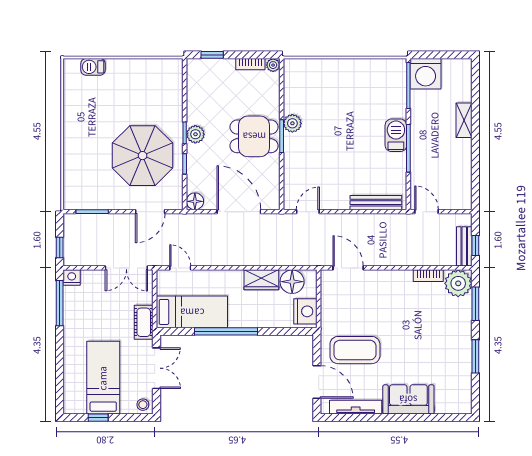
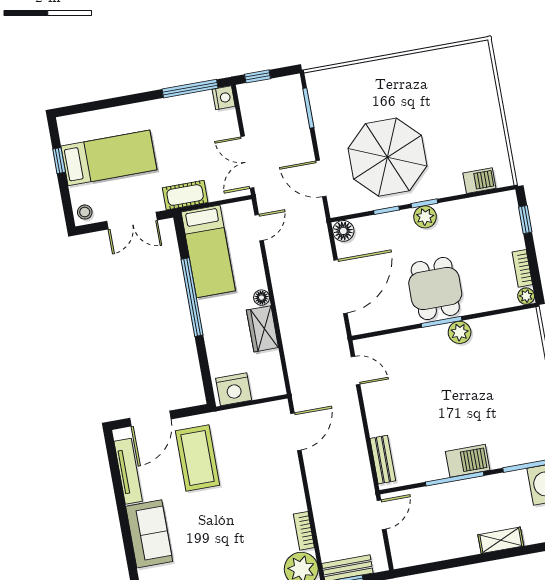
barbecue: (93, 67) -> (479, 181), moved, turned 90
bench: (376, 203) -> (383, 460), width x0.73
floor lamp: (292, 282) -> (262, 298), moved, width x0.53, depth x0.53

